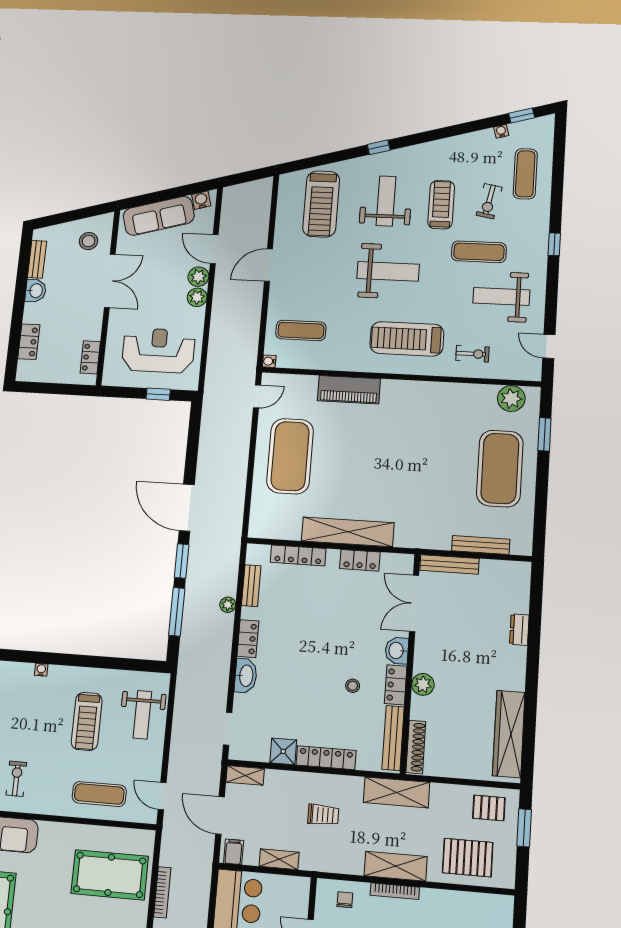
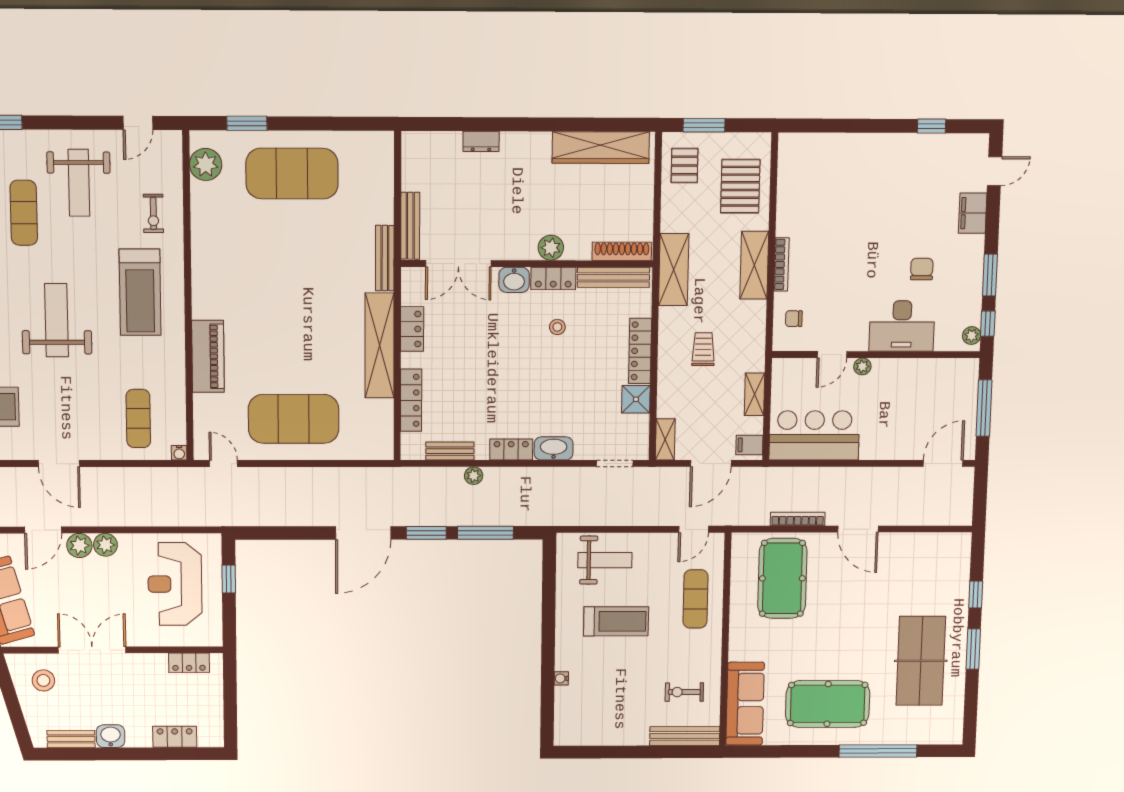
exercise bike: (472, 354) -> (153, 213), turned 180
bench: (481, 545) -> (385, 258), moved

